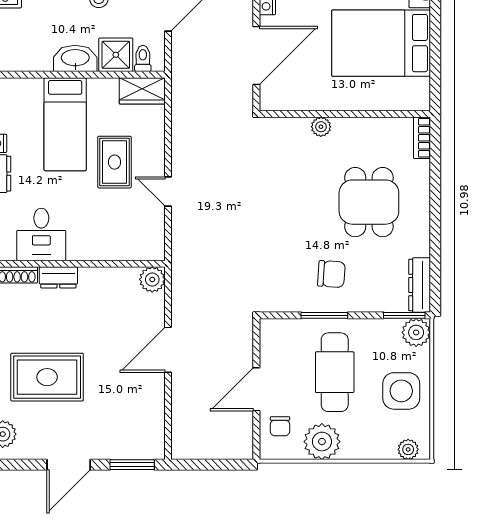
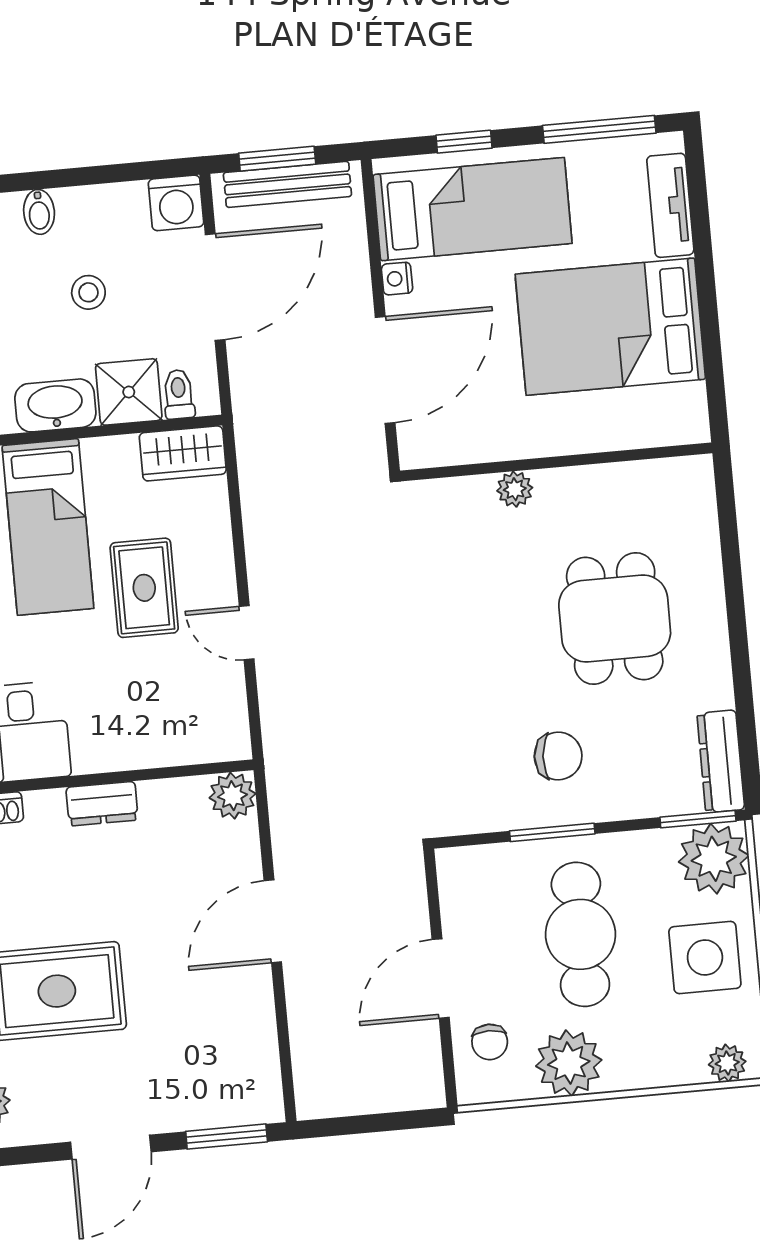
bookcase: (422, 138) -> (701, 493), removed
dresser: (58, 277) -> (102, 804), moved
plant: (416, 332) -> (714, 859), width x1.36, depth x1.36

